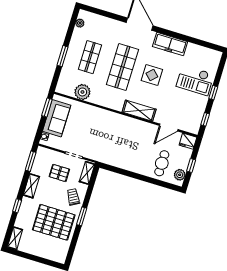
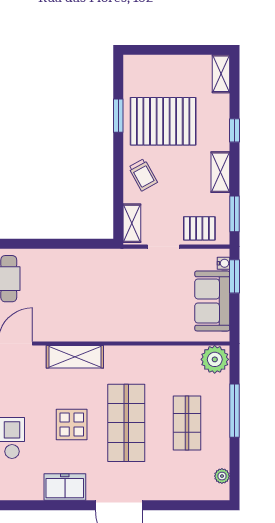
freezer: (170, 44) -> (65, 487), width x0.71
window: (63, 56) -> (235, 411), width x1.44
plant: (82, 92) -> (215, 359), moved
window: (47, 108) -> (235, 276), moved
pallet: (59, 173) -> (199, 228), moved
window: (82, 216) -> (118, 116), moved

